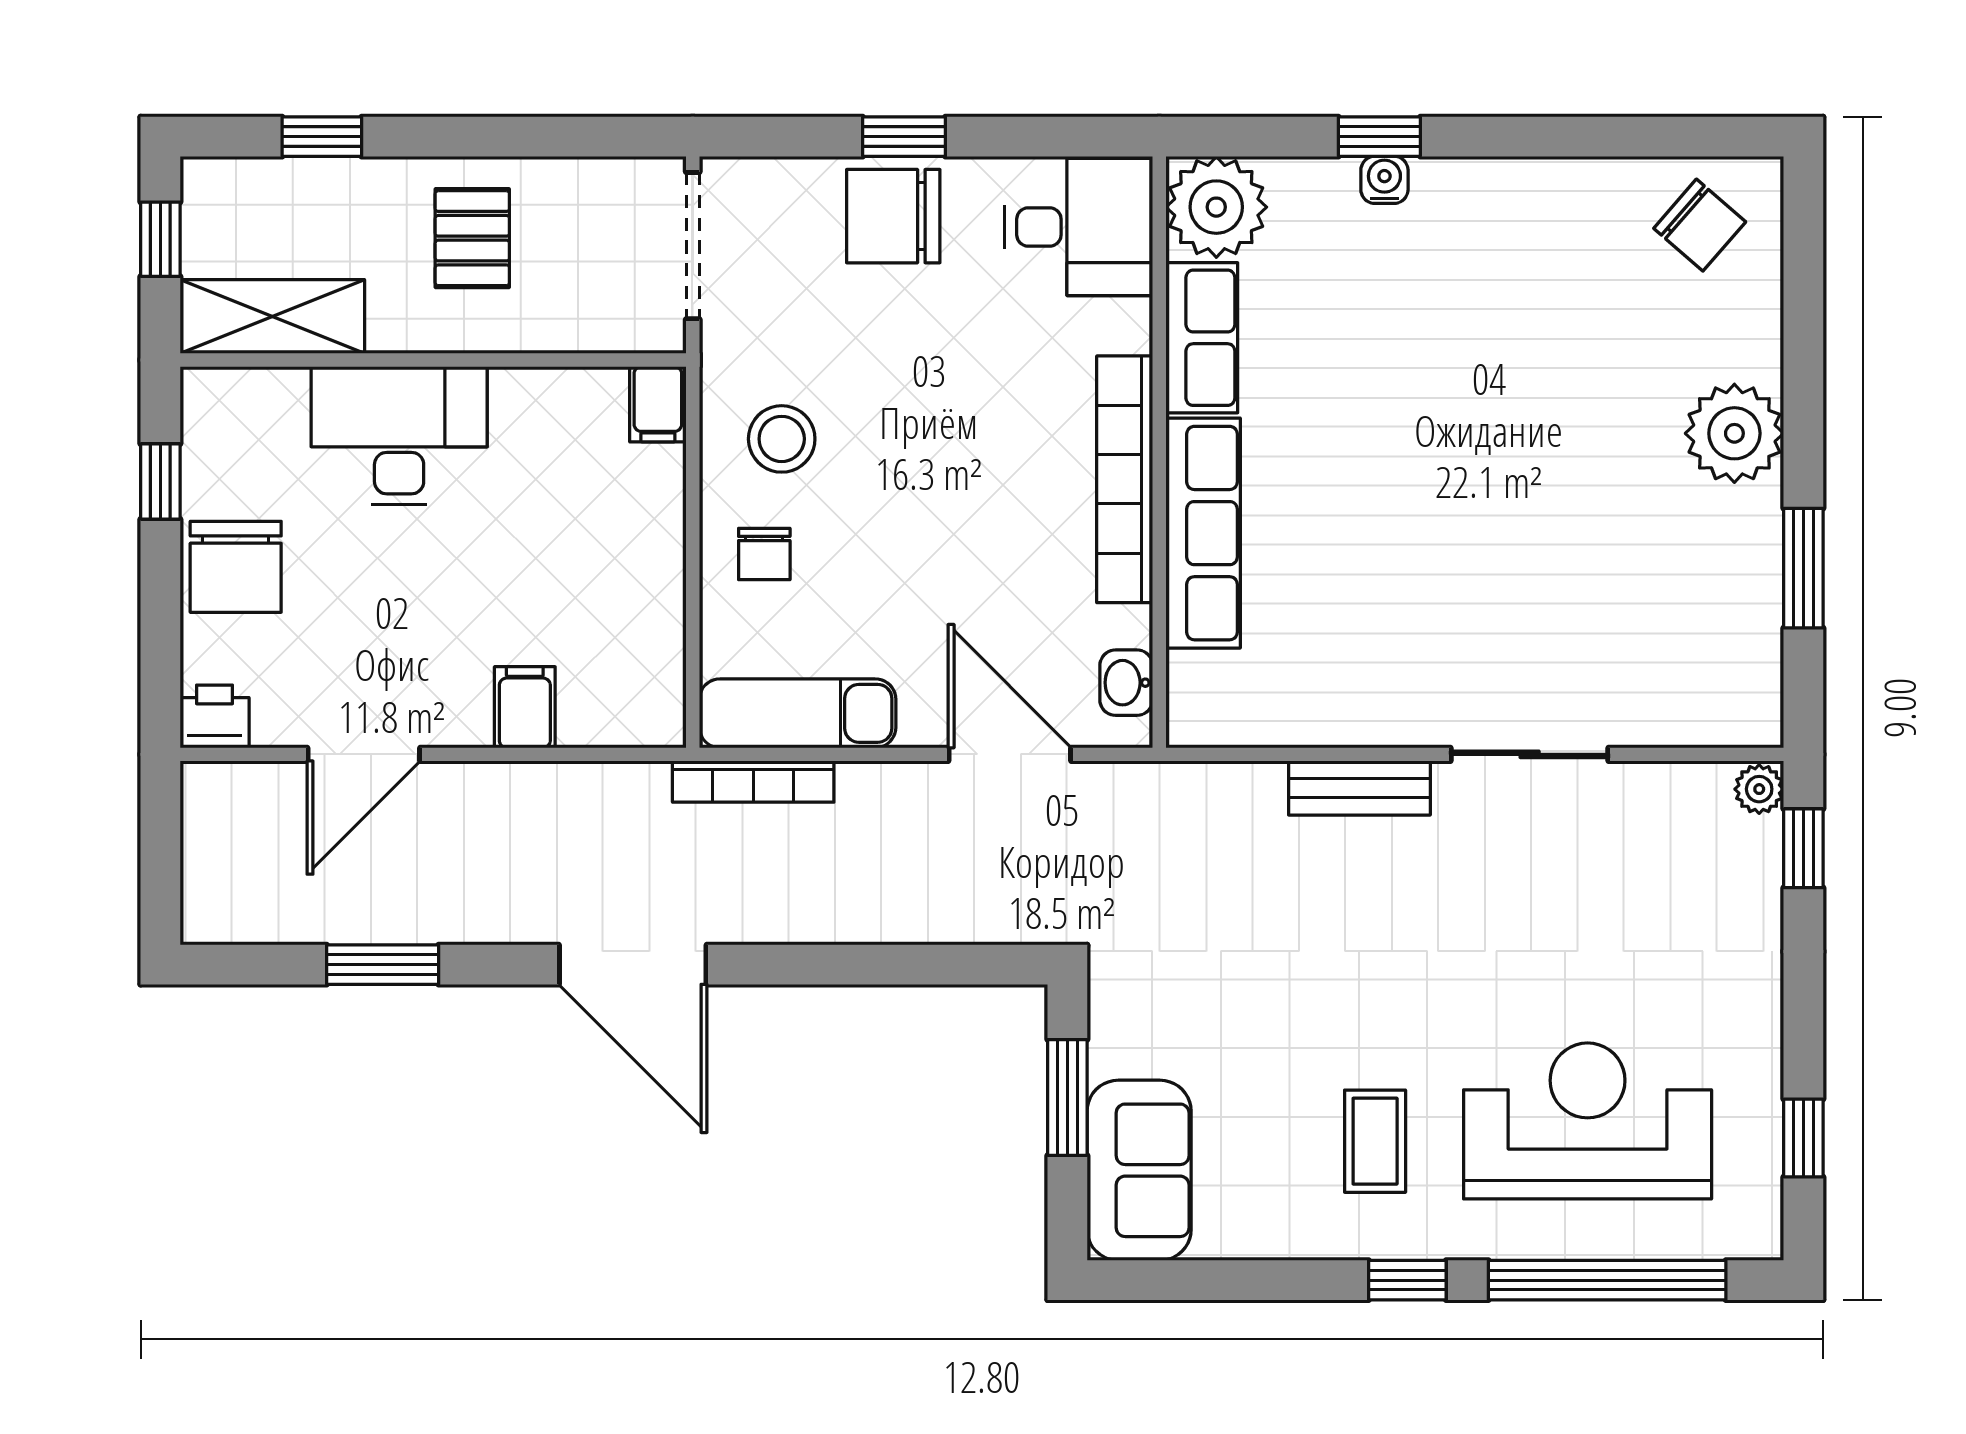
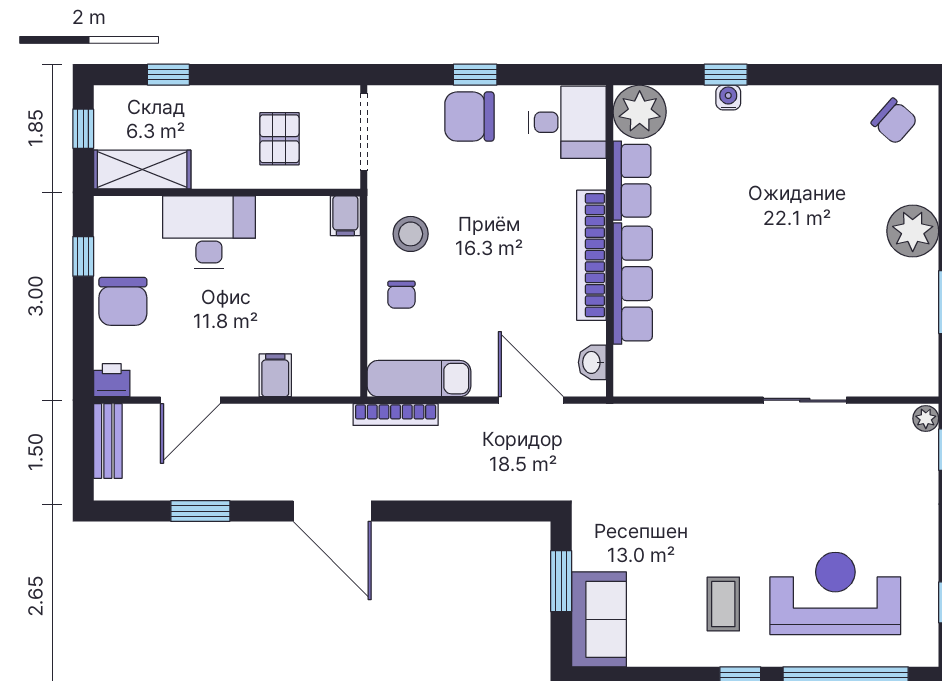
pallet: (472, 238) -> (279, 139), moved
bench: (1359, 788) -> (108, 441), moved, turned 90

